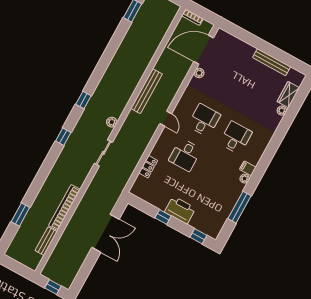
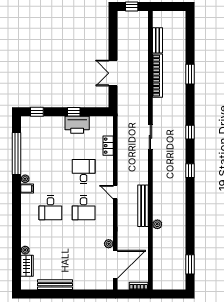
plant: (112, 122) -> (157, 224), moved
window: (240, 207) -> (17, 153), width x1.46
printer: (180, 210) -> (77, 125), moved
window: (20, 215) -> (190, 74), moved
double door: (105, 233) -> (113, 73), width x0.73

